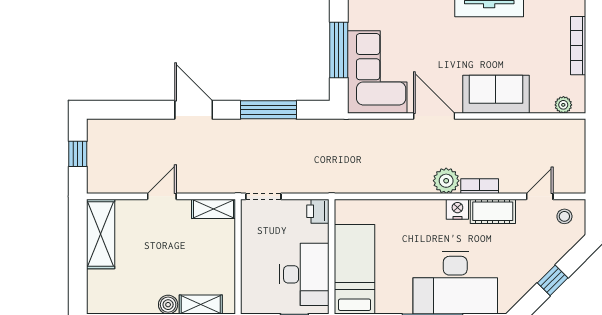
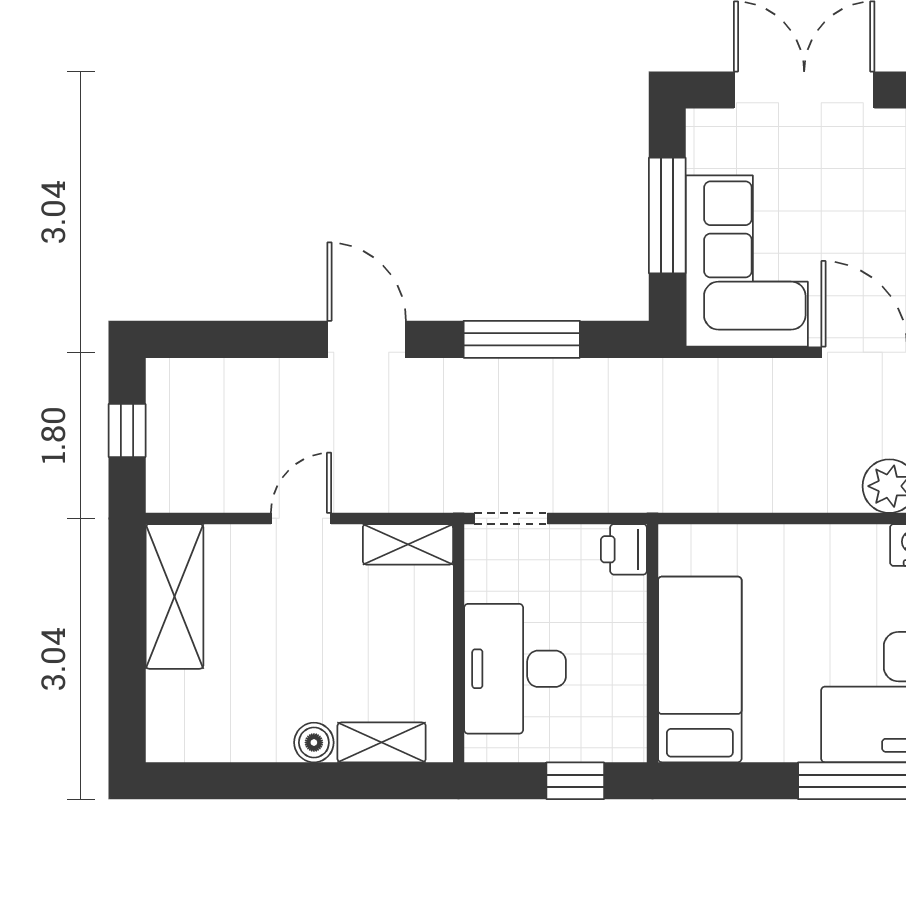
desk: (304, 274) -> (515, 669), moved, turned 180

